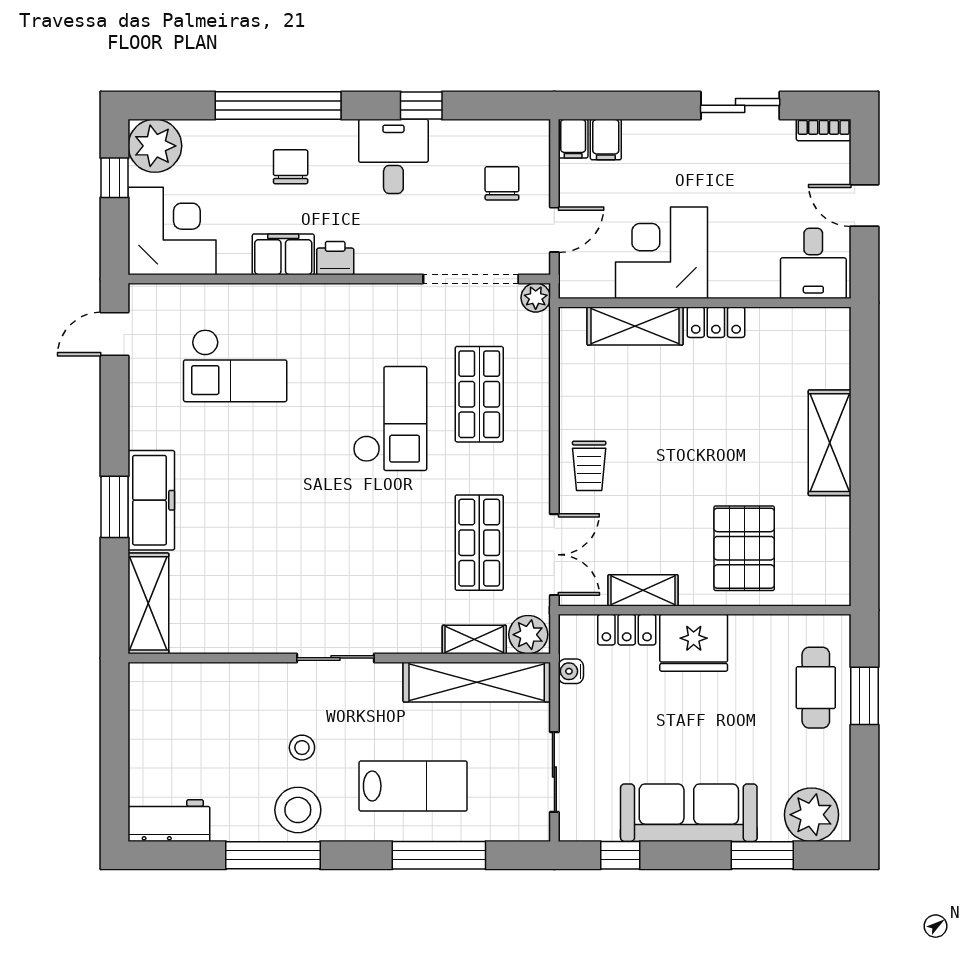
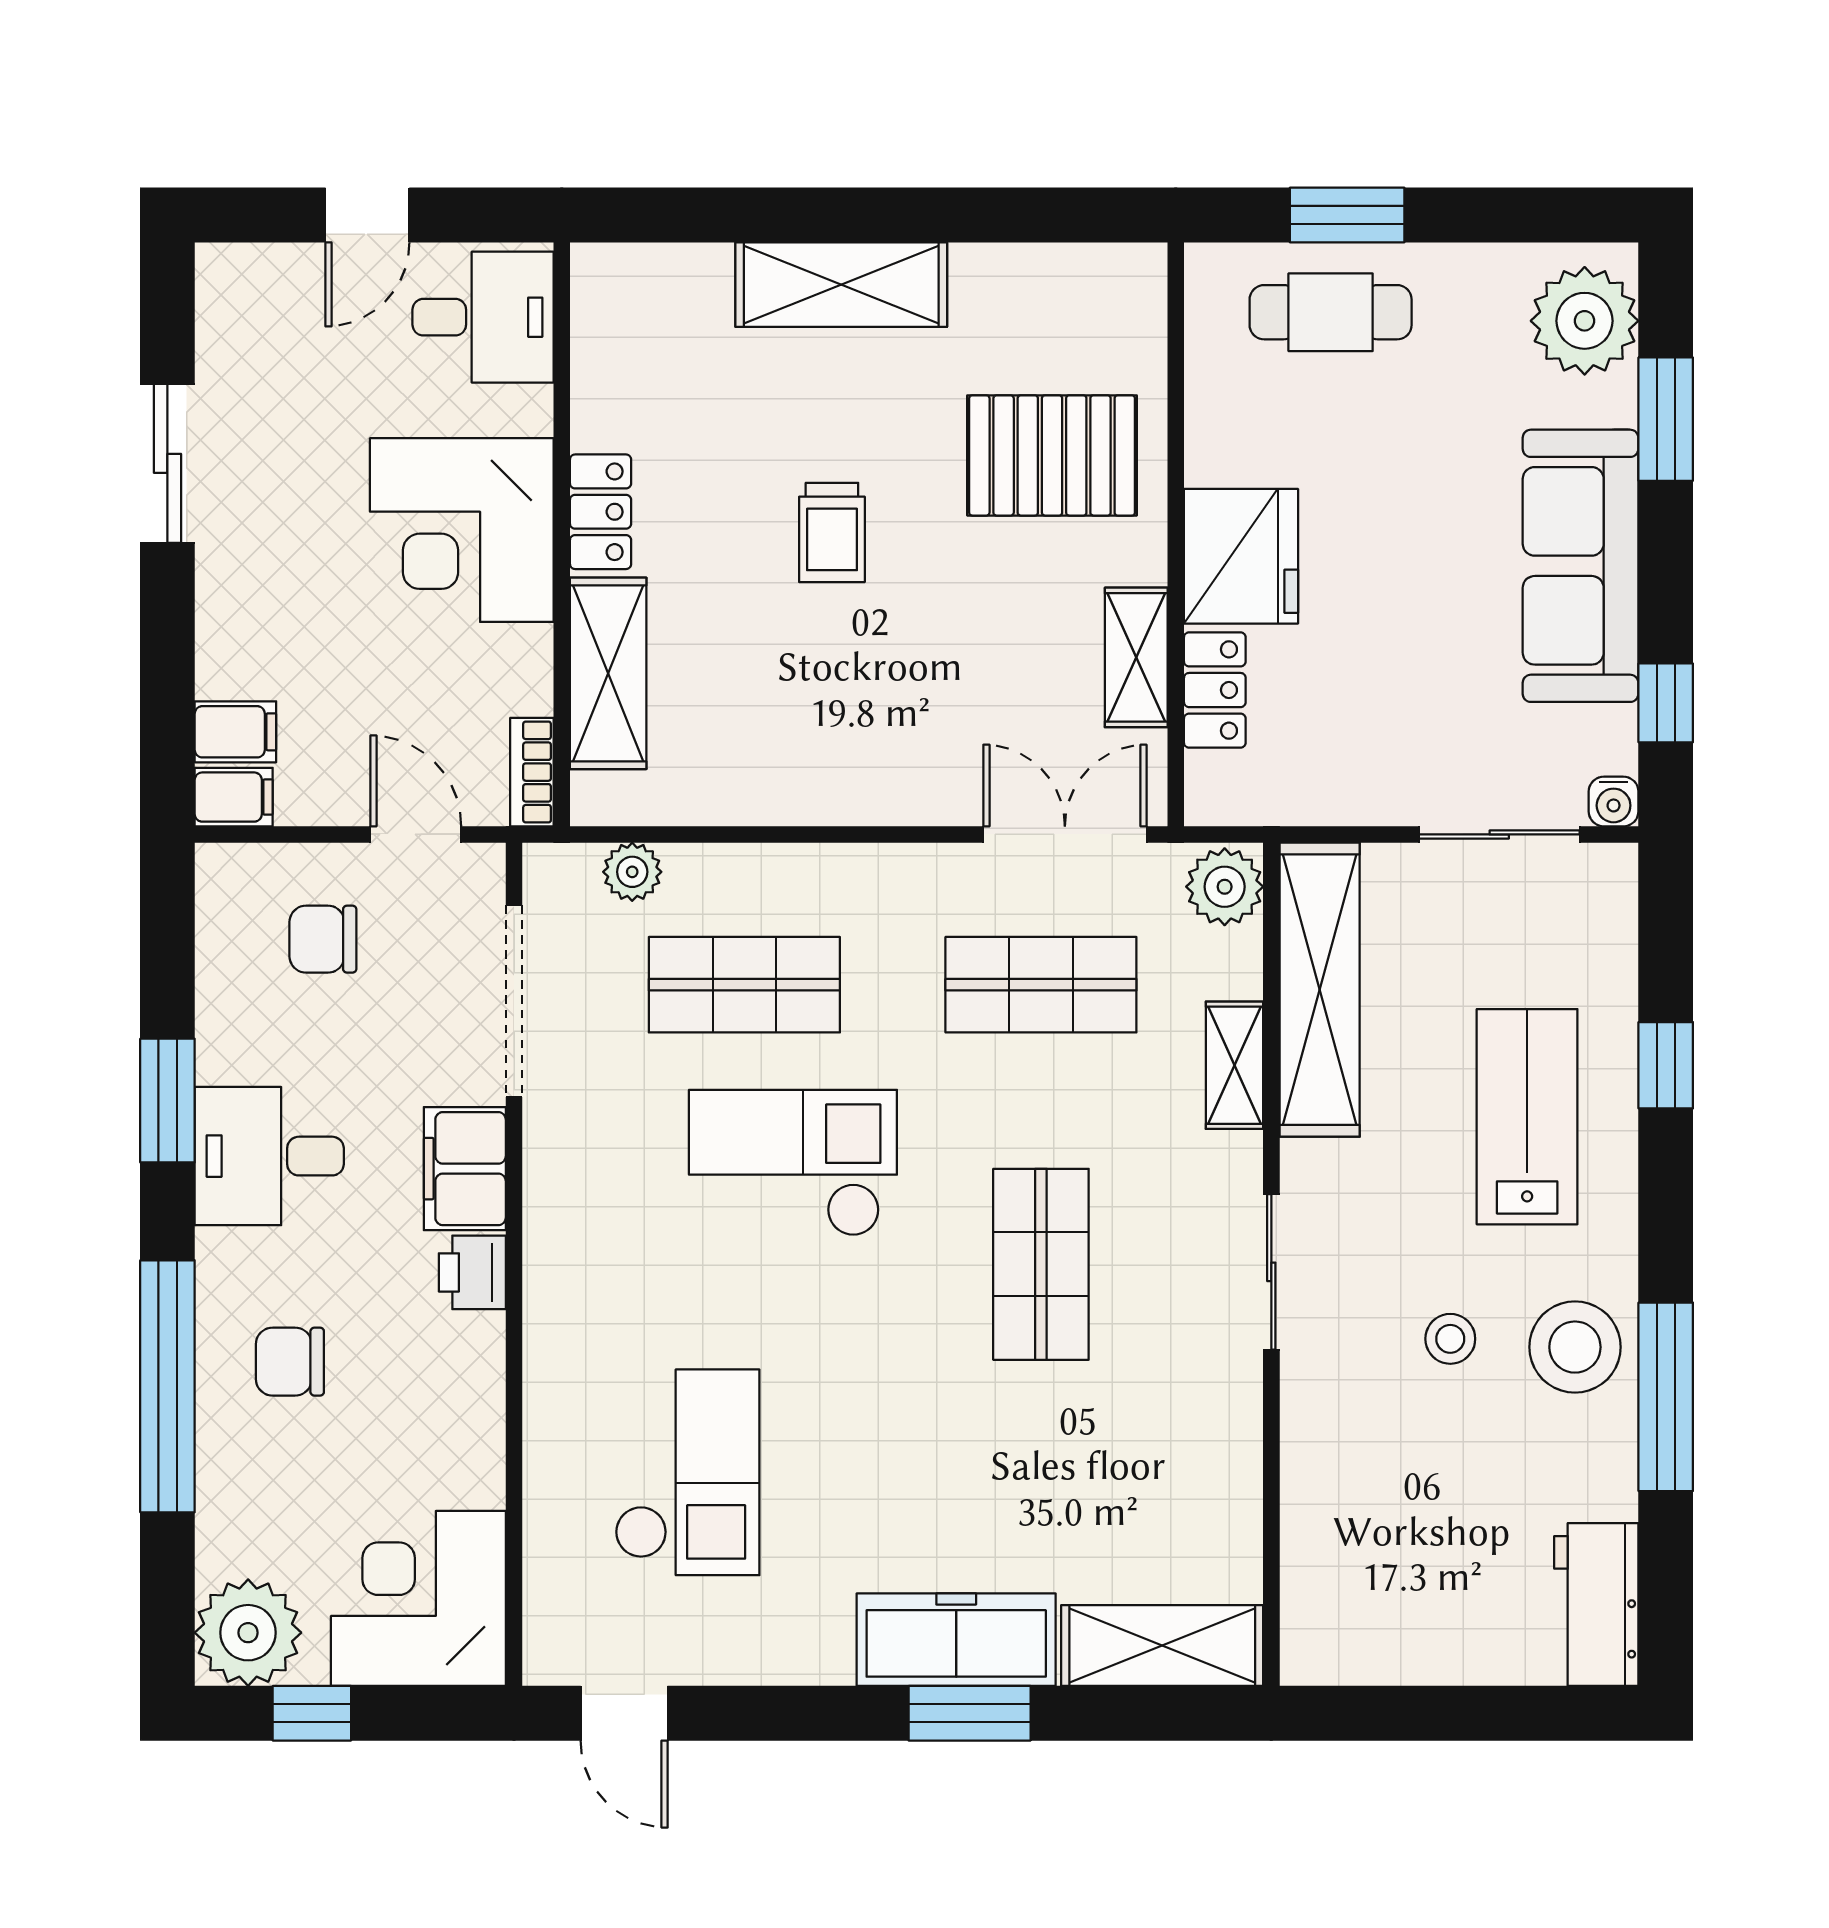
window: (421, 105) -> (167, 1101), width x1.50
bookcase: (824, 130) -> (532, 772), moved, turned 180
corner desk: (662, 253) -> (462, 530), moved
filing cabinet: (283, 254) -> (465, 1169), moved
plant: (536, 298) -> (632, 872), moved
trolley: (589, 466) -> (832, 532), moved, turned 90
shop shelf: (339, 543) -> (1041, 1264), added
shelving: (474, 640) -> (1234, 1065), moved
water cooler: (571, 671) -> (1614, 801), moved
window: (439, 855) -> (1666, 1065), width x0.46

